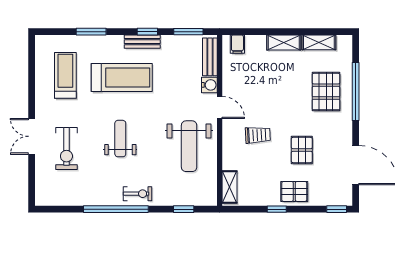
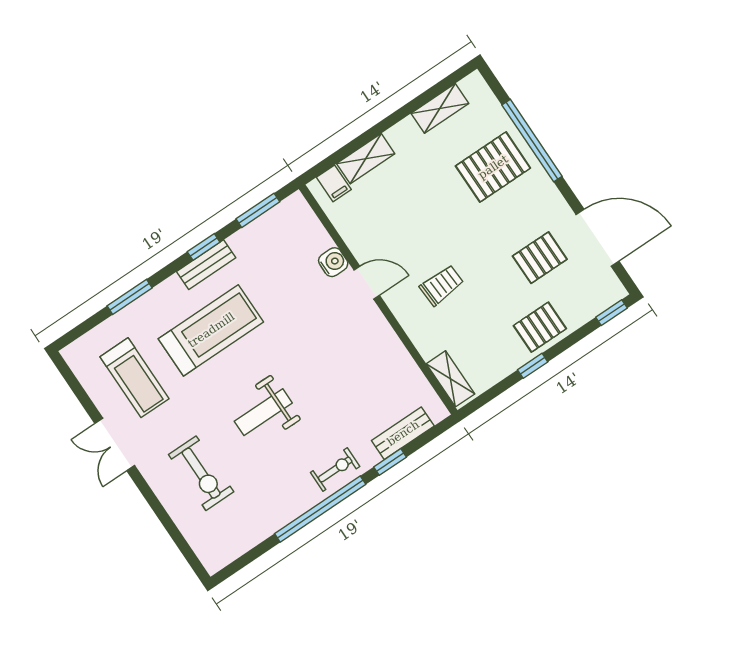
shelving: (284, 42) -> (366, 159), moved
bench: (210, 57) -> (403, 433), moved, turned 90
treadmill: (65, 75) -> (135, 378), turned 180
pallet: (326, 92) -> (493, 167), turned 90
double door: (32, 136) -> (115, 444), moved
weight bench: (120, 139) -> (263, 412), turned -90
weight bench: (189, 146) -> (361, 361), removed
pallet: (302, 150) -> (540, 258), moved, turned 90
window: (184, 209) -> (390, 462), moved

